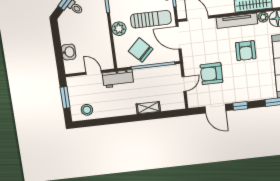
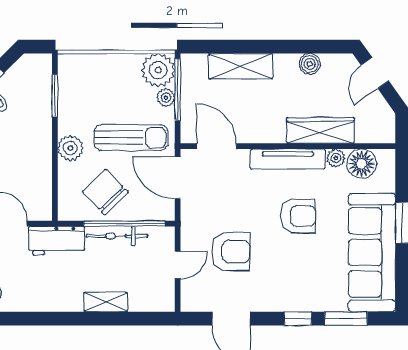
armchair: (246, 51) -> (298, 216), turned -90
bicycle: (150, 73) -> (117, 236), added
armchair: (211, 74) -> (231, 251), turned 180
window: (240, 106) -> (298, 319), moved

